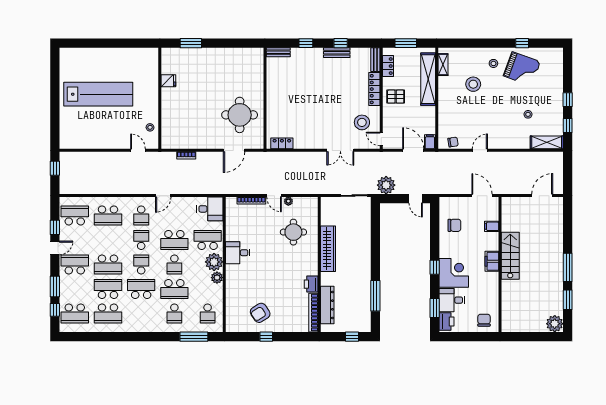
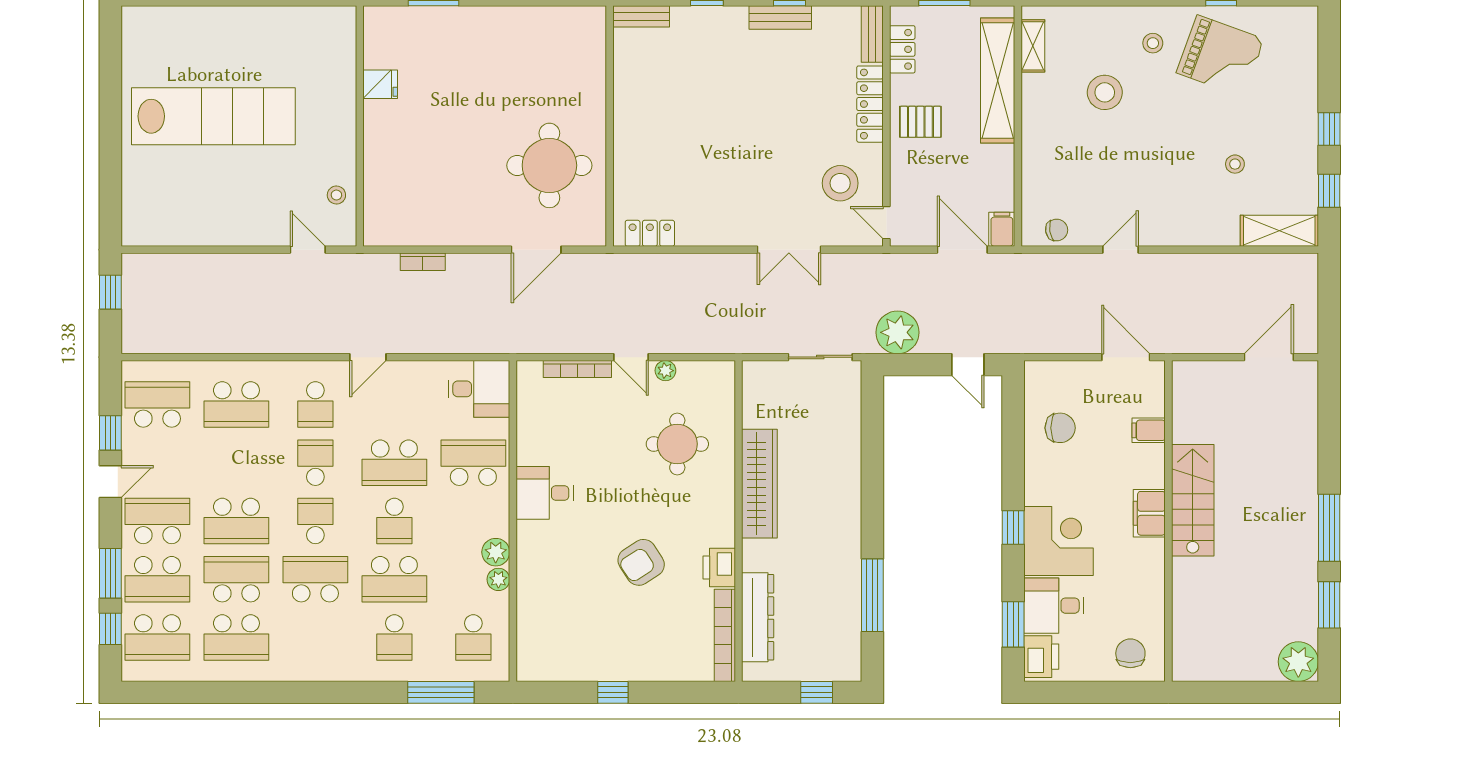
plant: (214, 262) -> (498, 579), moved, width x0.53, depth x0.53
school desk: (75, 289) -> (157, 579), added
armchair: (260, 313) -> (641, 562), moved

